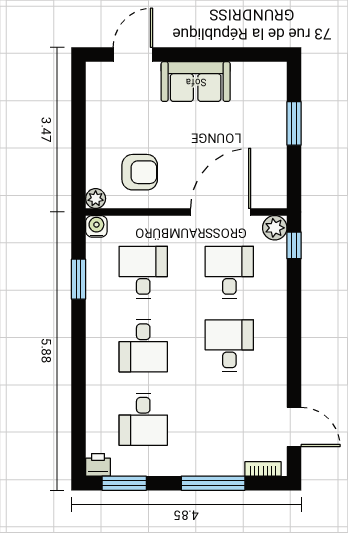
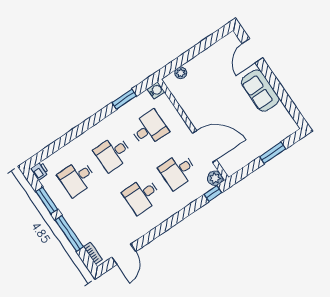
door: (133, 55) -> (252, 51), swing flipped
armchair: (140, 172) -> (197, 93), removed
plant: (96, 199) -> (181, 73), moved
desk: (229, 272) -> (178, 171), turned 180
desk: (229, 346) -> (142, 195), turned 180
window: (124, 483) -> (47, 200), moved

